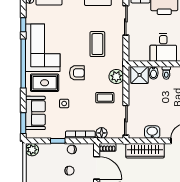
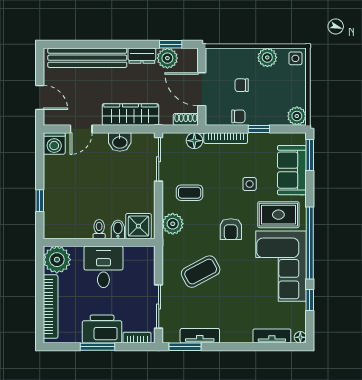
coffee table: (97, 44) -> (201, 272), turned 62
armchair: (77, 73) -> (231, 229), turned -90

